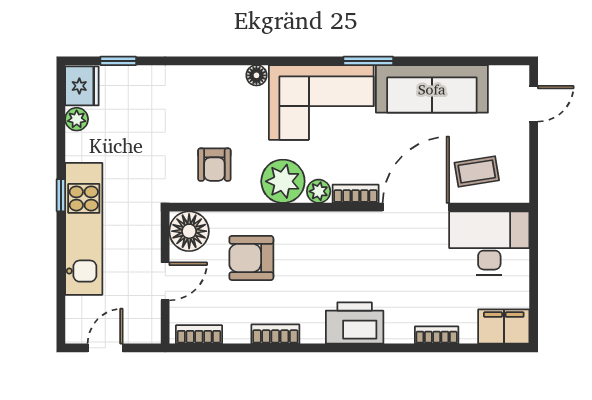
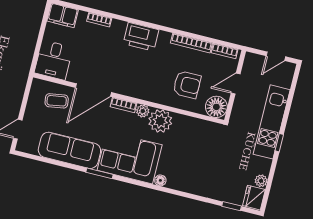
armchair: (214, 165) -> (194, 139), removed
desk: (489, 243) -> (54, 60), width x0.73
bookcase: (275, 334) -> (191, 43), width x1.56

